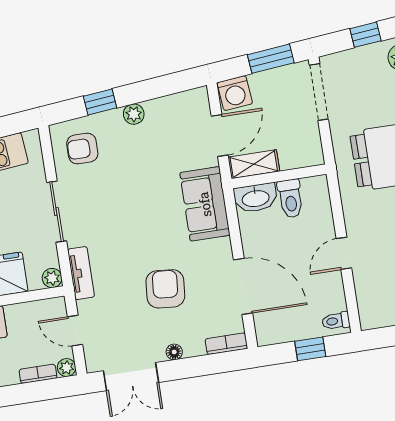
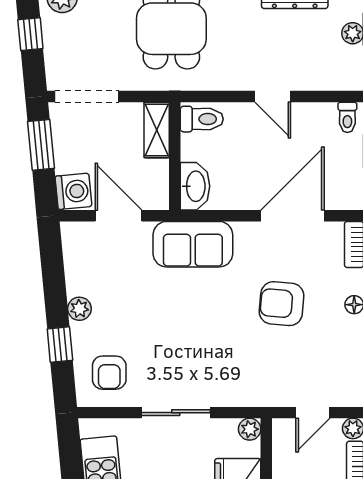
shelving: (254, 164) -> (157, 130), moved
toilet: (290, 198) -> (202, 119), moved
tv unit: (81, 273) -> (249, 396), removed

